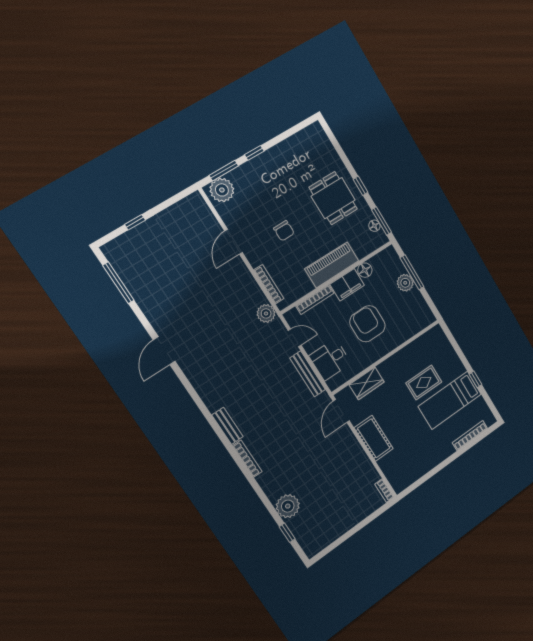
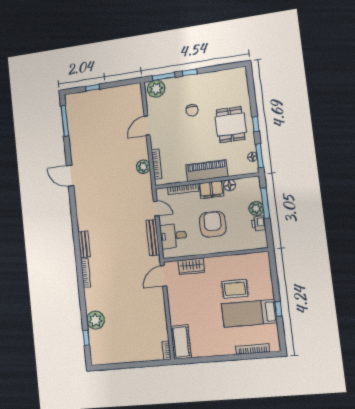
chair: (284, 231) -> (192, 110), moved
printer: (415, 298) -> (259, 223), added
plant: (266, 313) -> (143, 167), moved
door: (164, 351) -> (70, 176), hinge flipped
cot: (374, 438) -> (181, 342), moved

